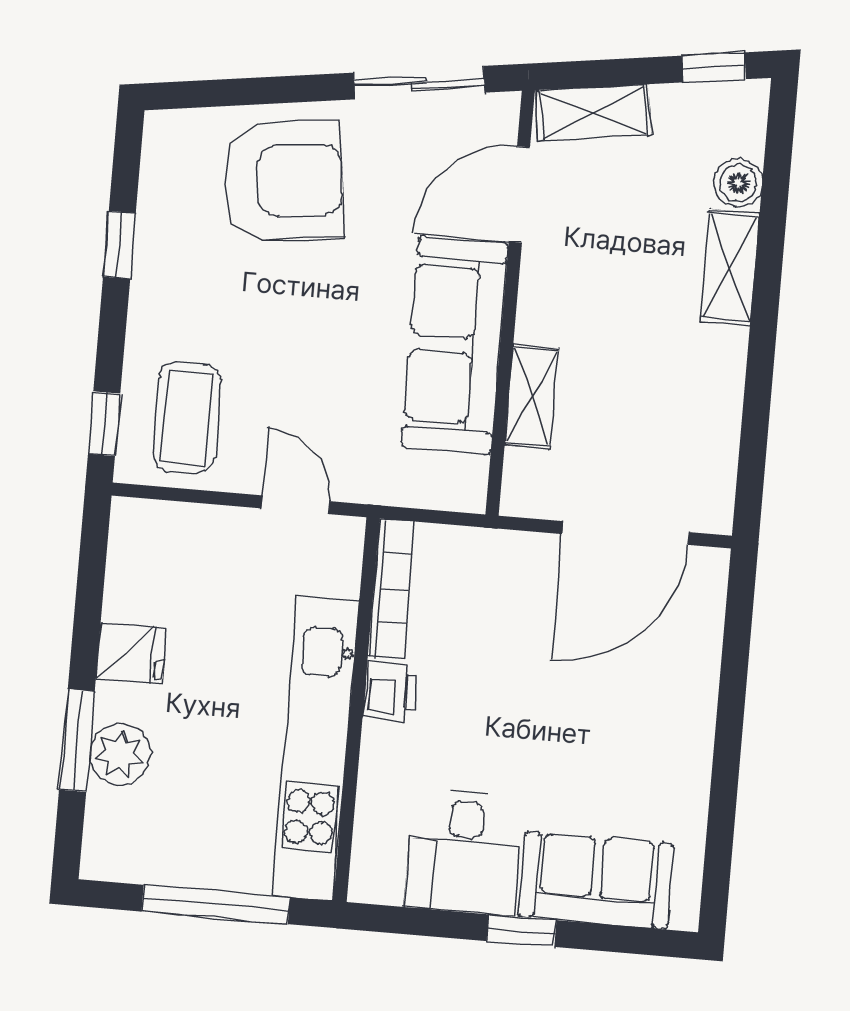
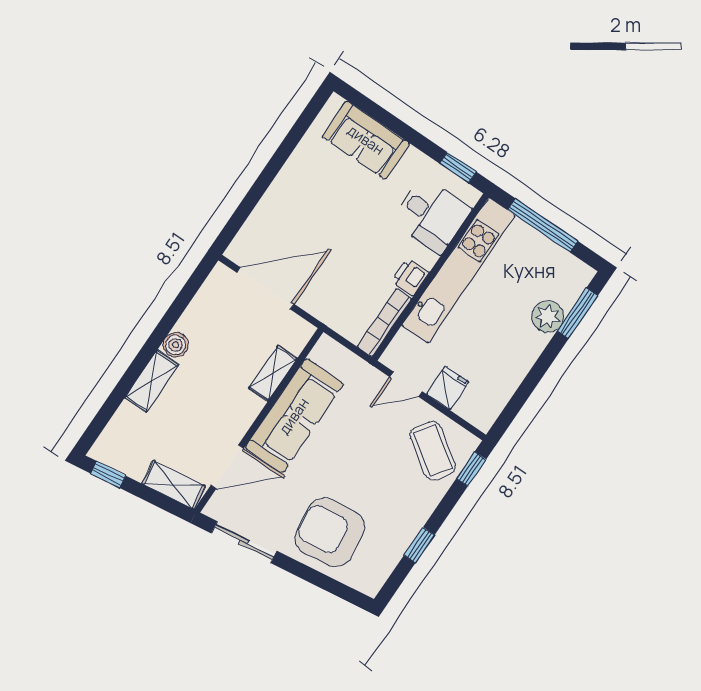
boiler: (738, 183) -> (176, 345), moved
coffee table: (187, 418) -> (433, 451), turned -56
door: (295, 505) -> (406, 384), hinge flipped
fridge: (131, 653) -> (448, 388), moved, turned 90
window: (77, 740) -> (577, 313), moved
desk: (464, 852) -> (431, 215), moved, turned 90
window: (521, 931) -> (458, 168), moved

